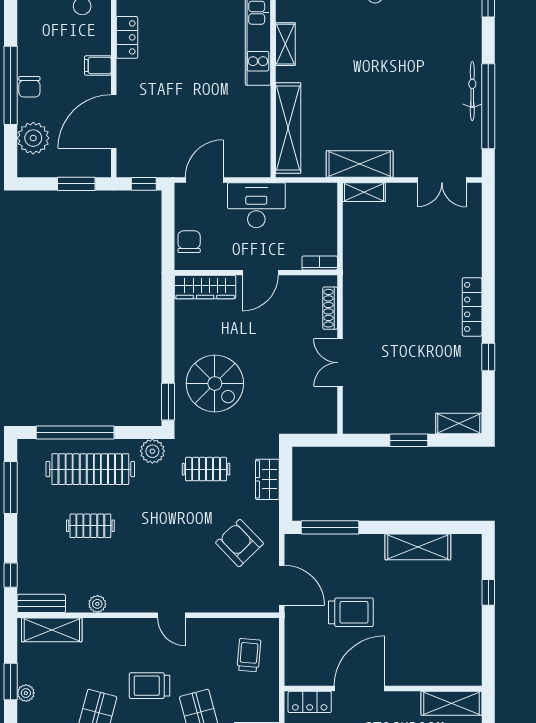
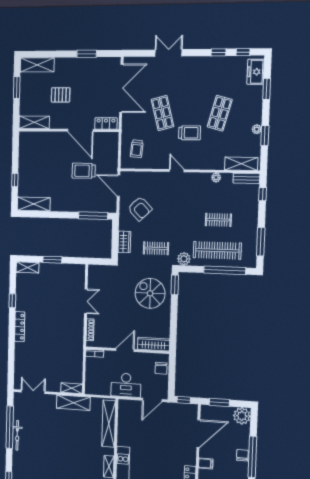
plant: (33, 138) -> (242, 416), moved
shelving: (418, 547) -> (34, 204), moved
door: (359, 688) -> (80, 130), hinge flipped

